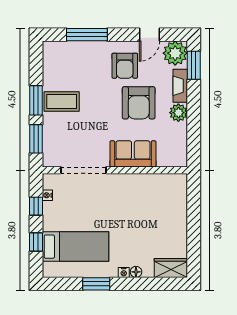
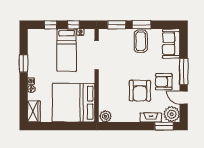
window: (87, 35) -> (184, 72), moved
armchair: (139, 103) -> (140, 91), turned -90
plant: (178, 113) -> (106, 116), moved
sofa: (133, 154) -> (171, 44), moved, turned 180
bed: (157, 206) -> (74, 103), added
bed: (76, 247) -> (67, 50), moved

